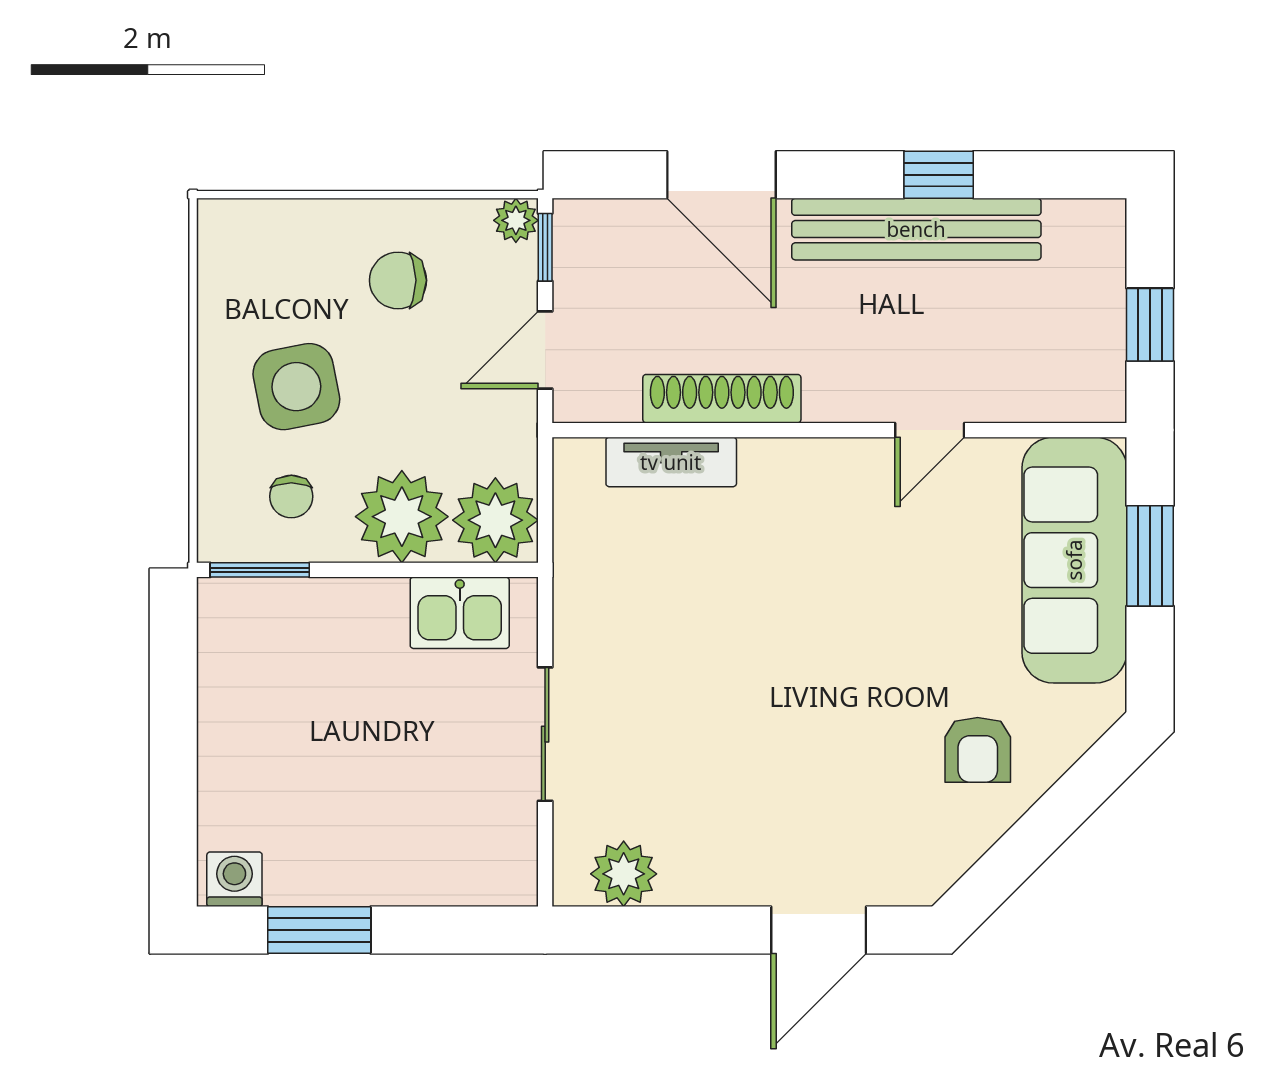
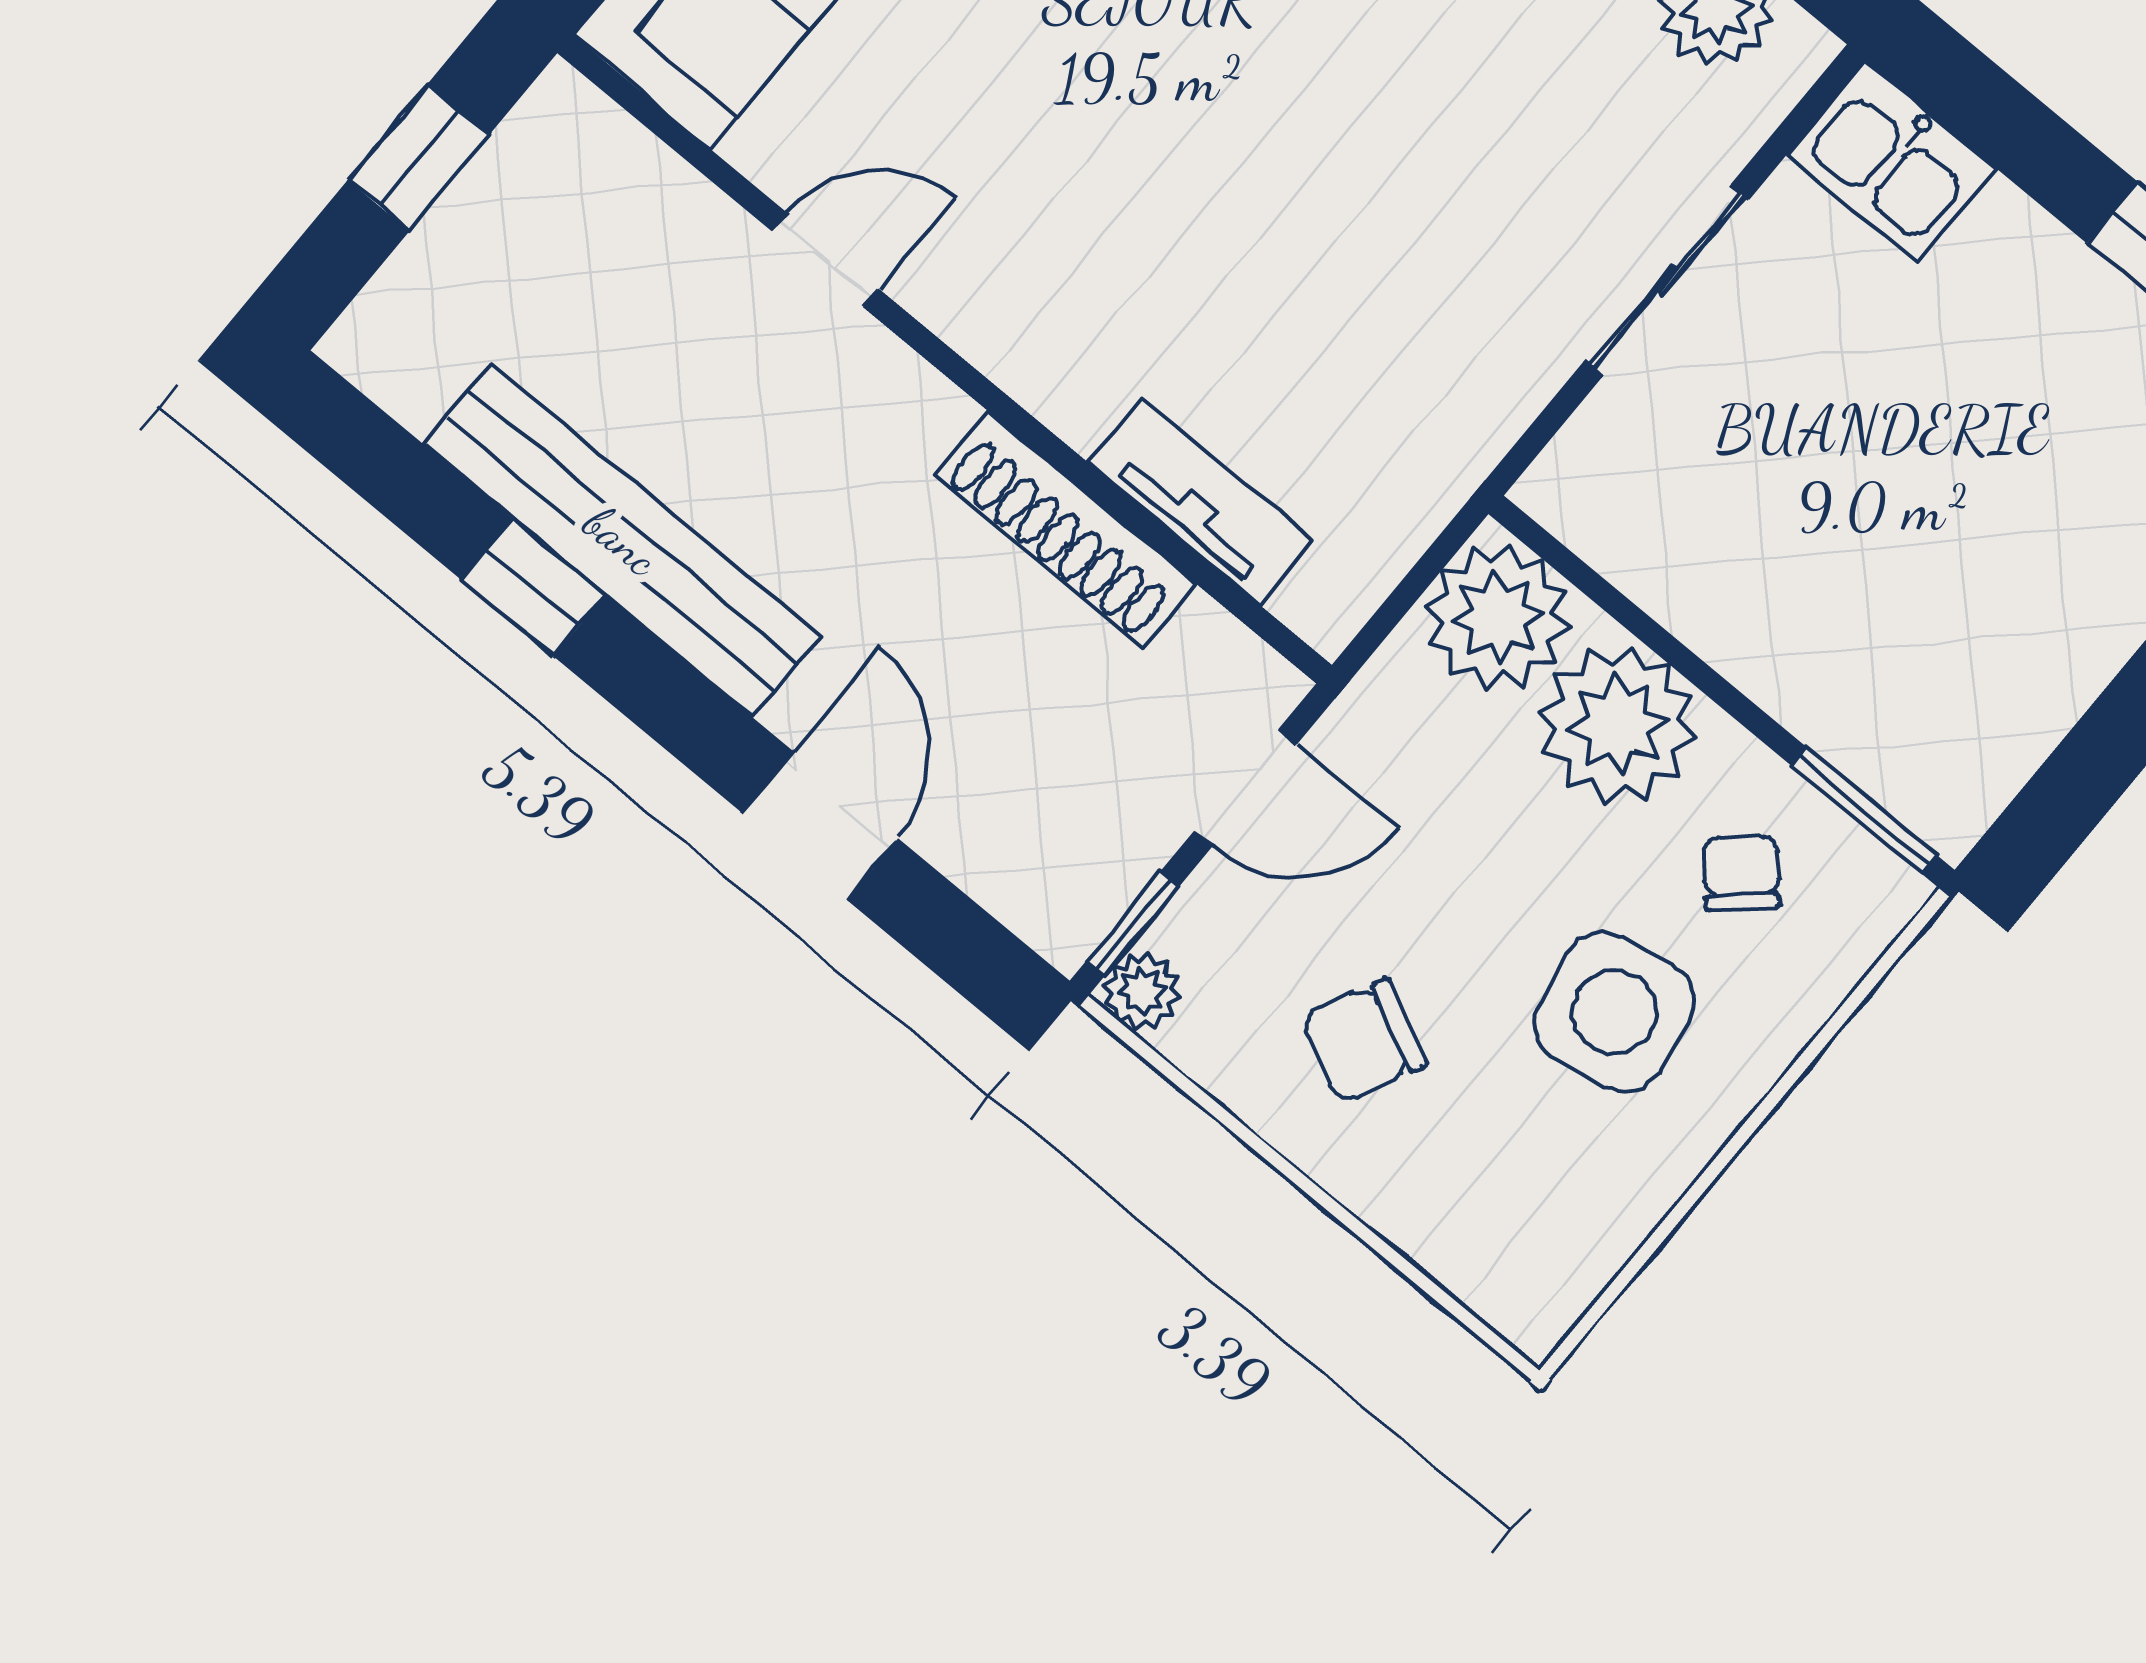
door: (721, 175) -> (820, 826), width x0.73
chair: (398, 280) -> (1364, 1041), turned 116
chair: (291, 496) -> (1742, 873), turned -42
kitchen sink: (460, 613) -> (1891, 161), moved, turned 180

